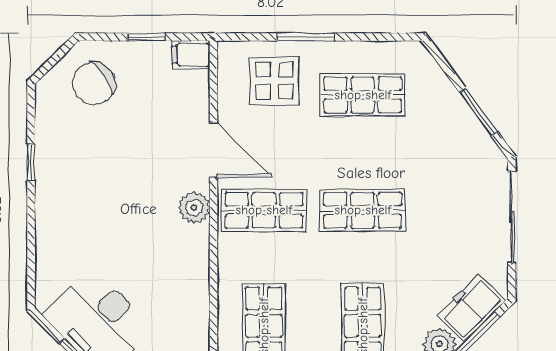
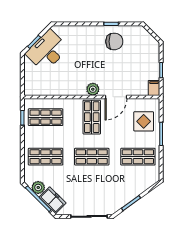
chair: (94, 83) -> (114, 41), moved, turned 124
shop shelf: (363, 95) -> (138, 157), turned 90
shop shelf: (363, 210) -> (92, 157), turned 90

